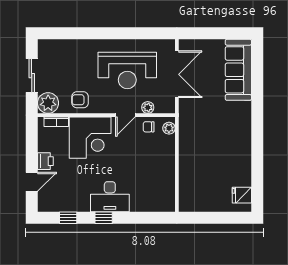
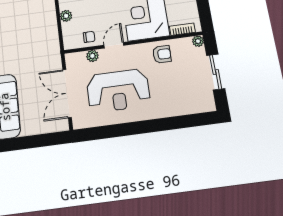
reception desk: (127, 70) -> (118, 91), turned 180
plant: (48, 103) -> (198, 41), width x0.53, depth x0.53
plant: (169, 128) -> (66, 16), moved

